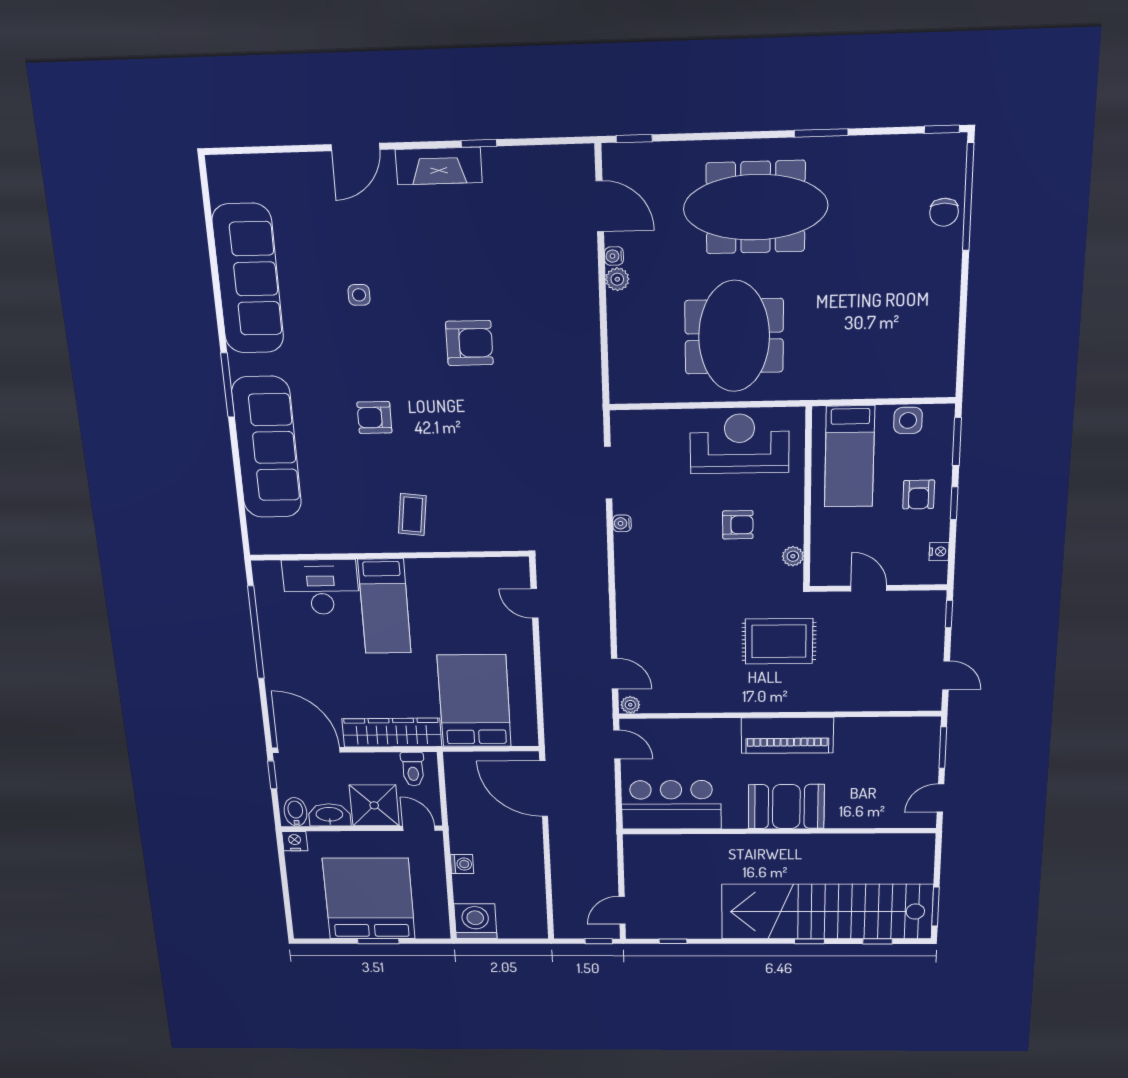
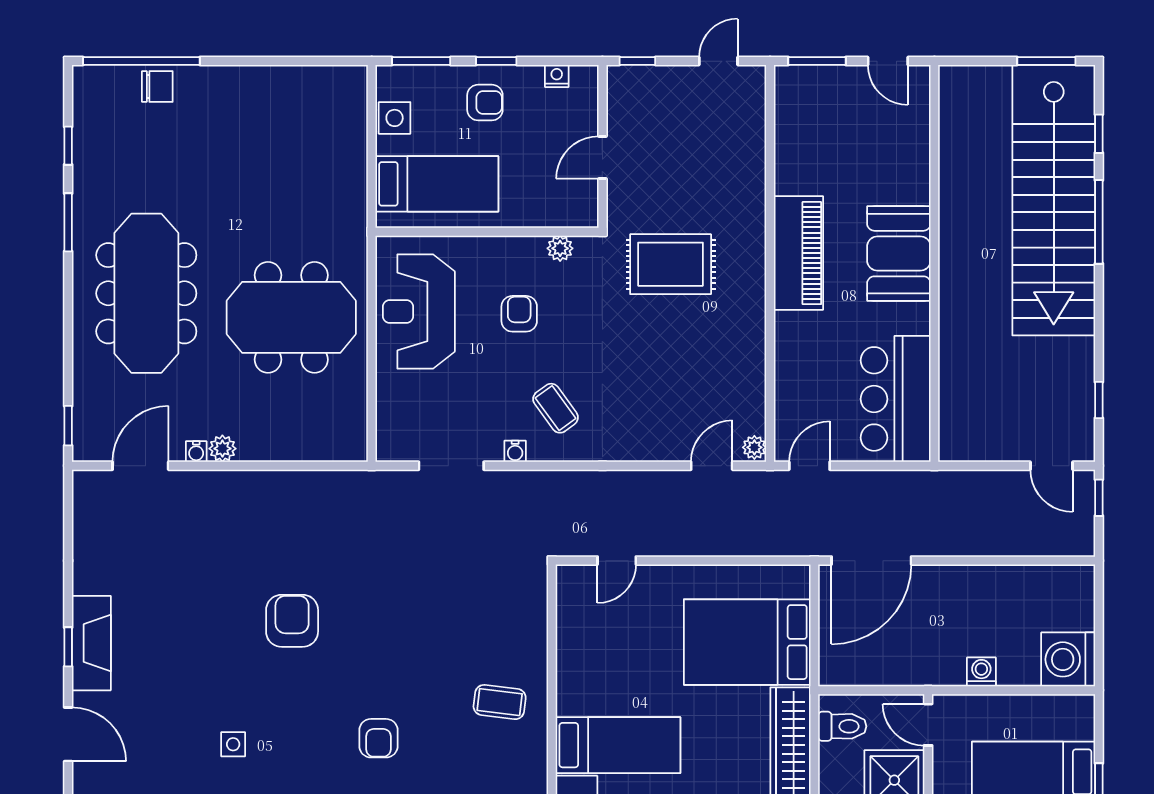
window: (942, 129) -> (68, 146), moved
window: (479, 143) -> (68, 647), moved
coffee table: (659, 555) -> (556, 408), added
rug: (779, 641) -> (671, 264), turned 90
door: (419, 828) -> (928, 725), hinge flipped
window: (809, 941) -> (1099, 222), width x2.17

